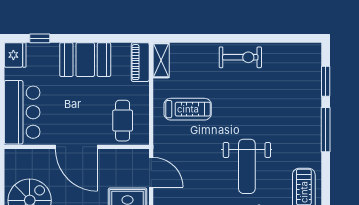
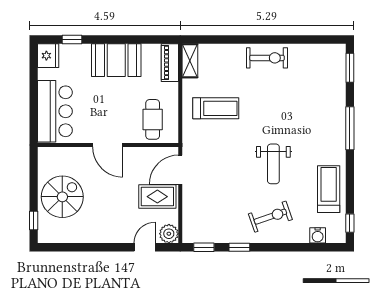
window: (326, 81) -> (350, 68), moved
door: (76, 147) -> (108, 145), width x0.73
weight bench: (247, 166) -> (273, 164), width x0.73, depth x0.75
door: (151, 172) -> (180, 170), swing flipped

